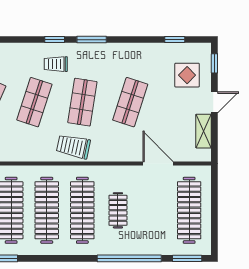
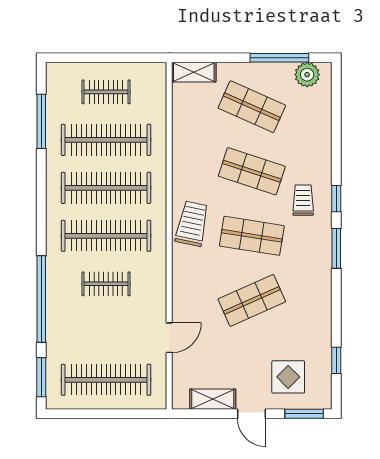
window: (214, 63) -> (304, 414), width x1.50
shop shelf: (130, 102) -> (252, 300), turned -42
door: (158, 163) -> (169, 338), width x0.73

